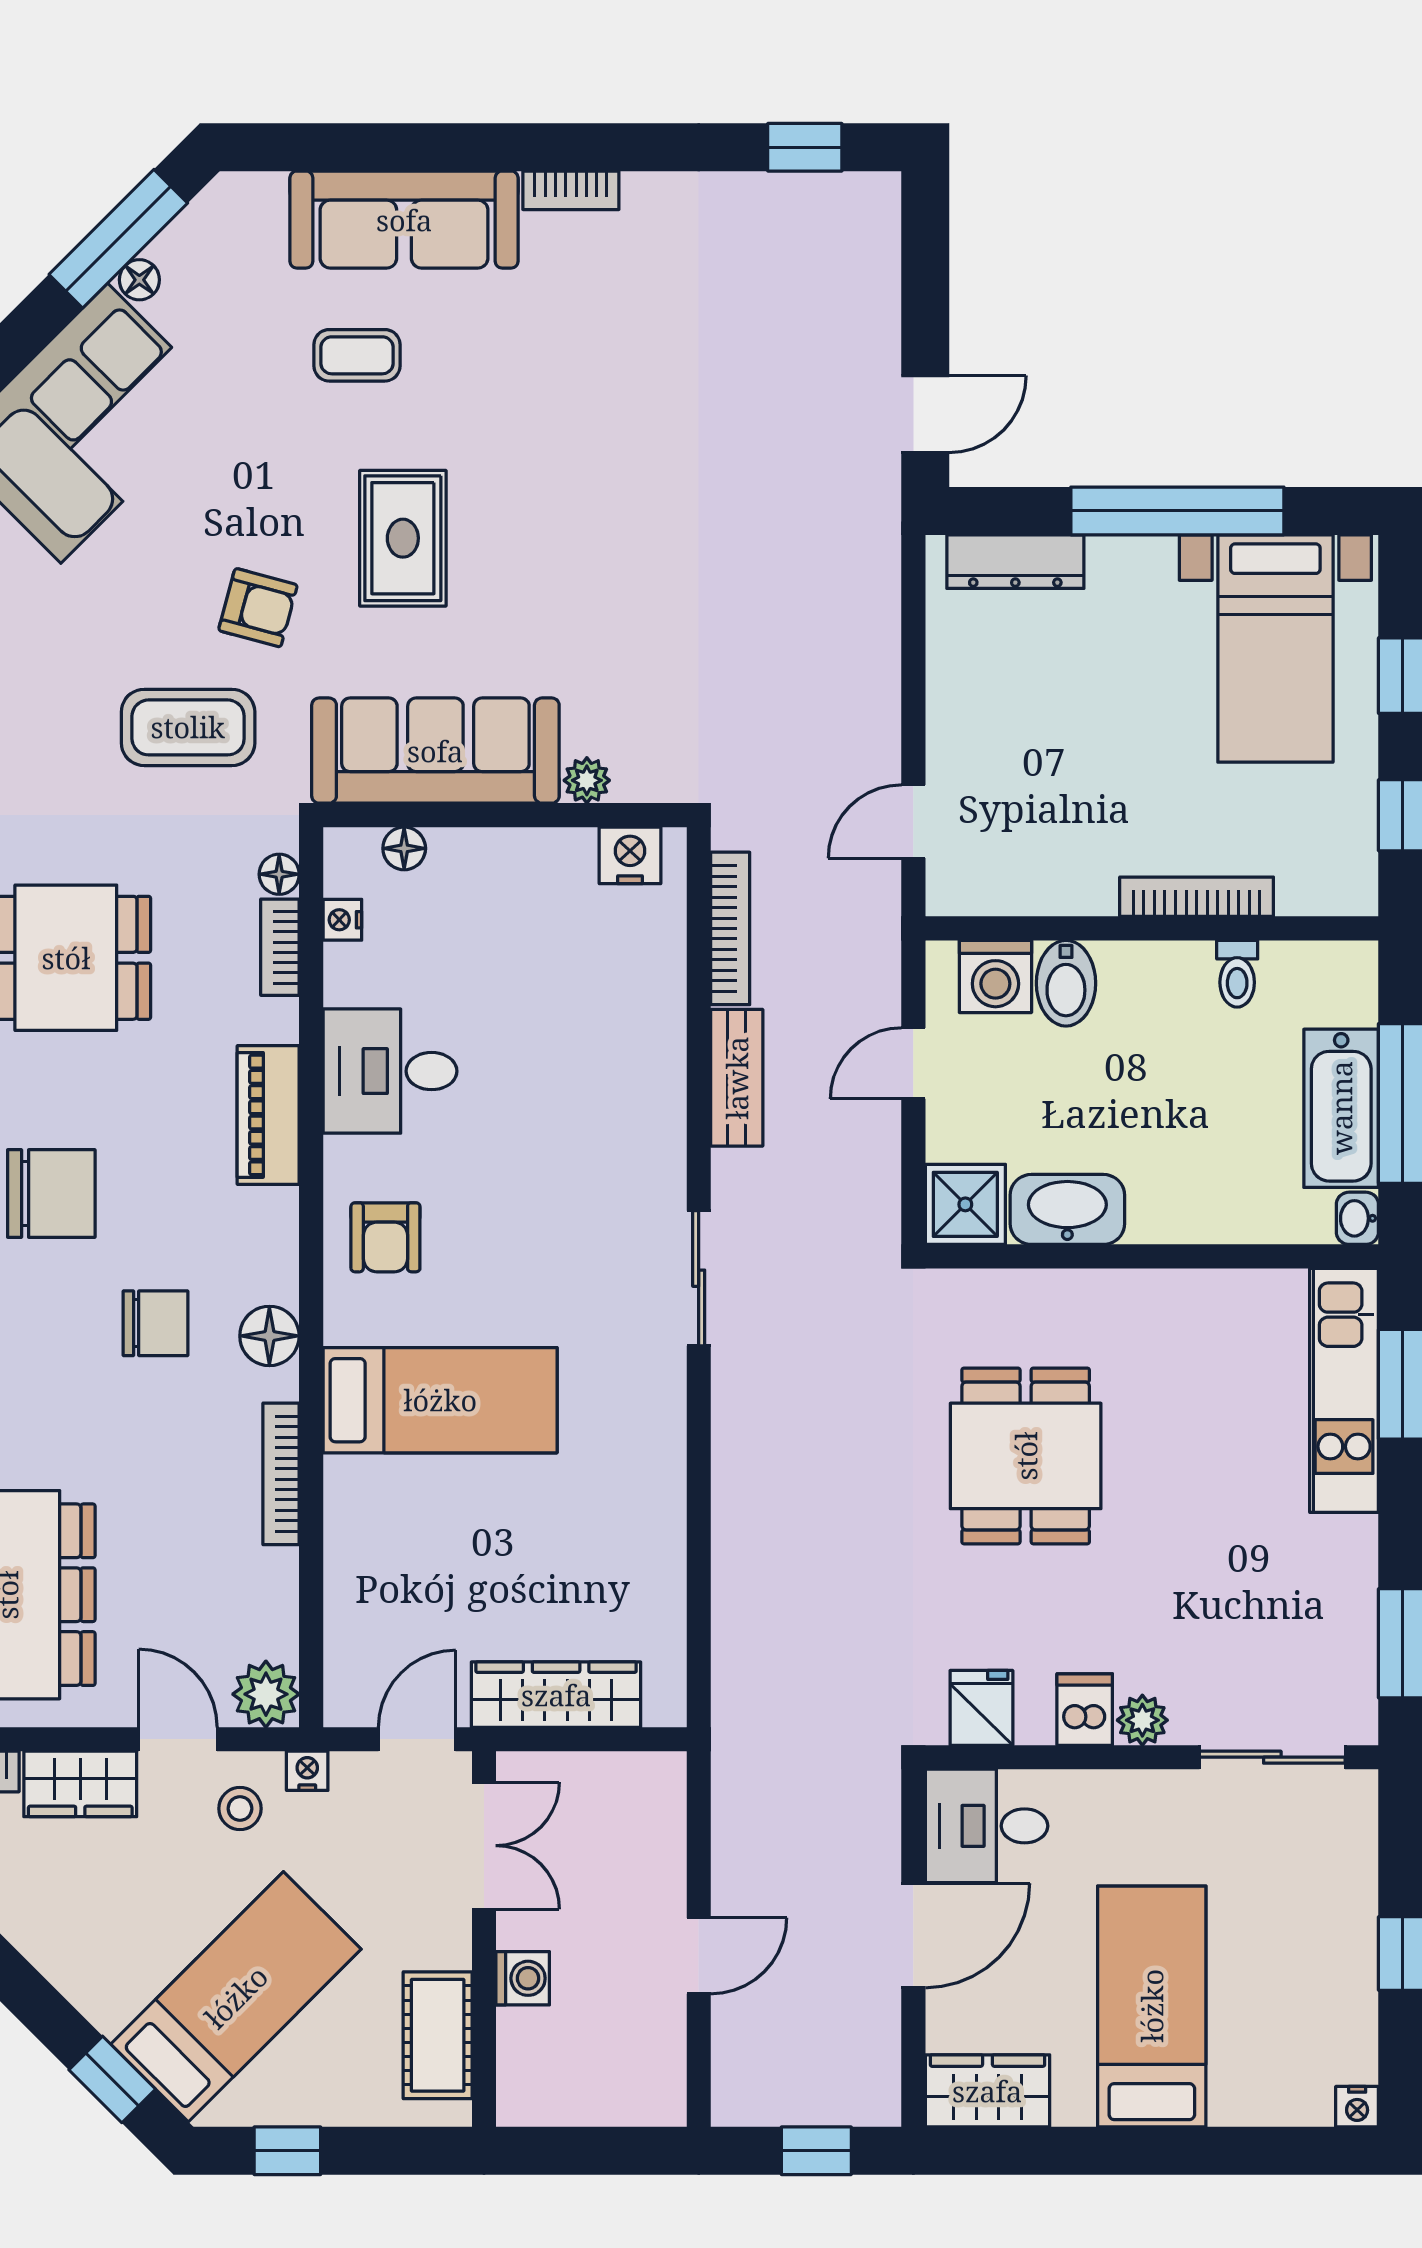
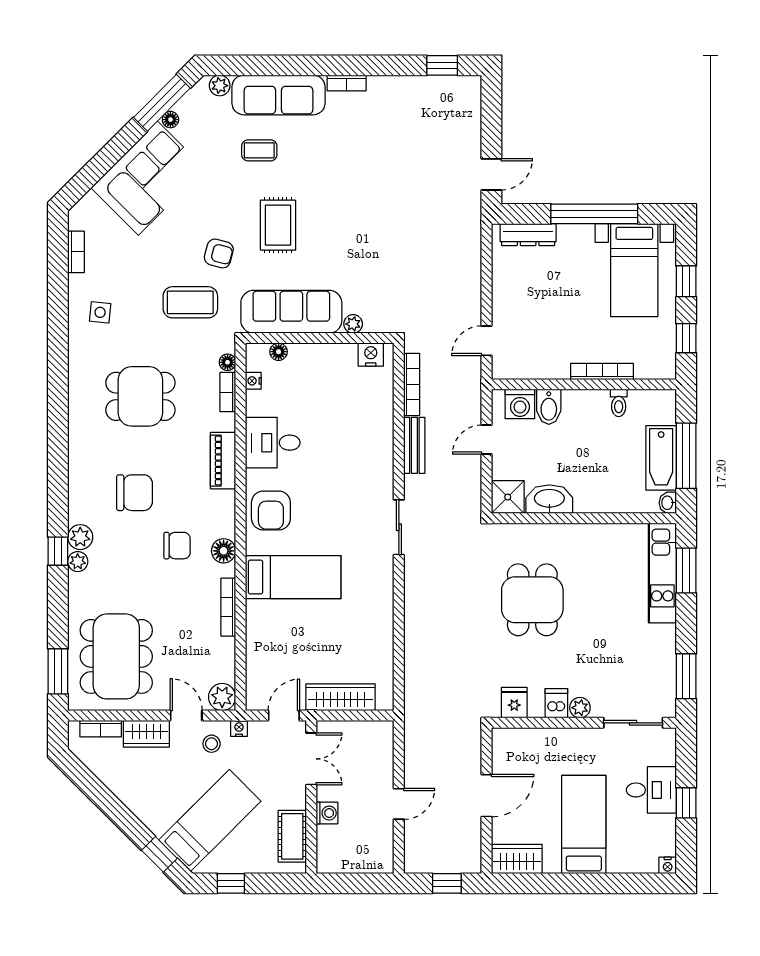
plant: (260, 196) -> (220, 86), added
armchair: (385, 1237) -> (271, 511), width x1.38, depth x1.38
desk: (987, 1826) -> (651, 790), moved, turned 180

